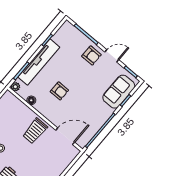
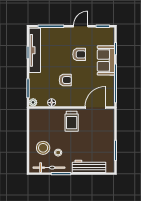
armchair: (91, 55) -> (79, 54), moved
tv unit: (39, 62) -> (35, 50), moved
sofa: (119, 92) -> (106, 60), moved

